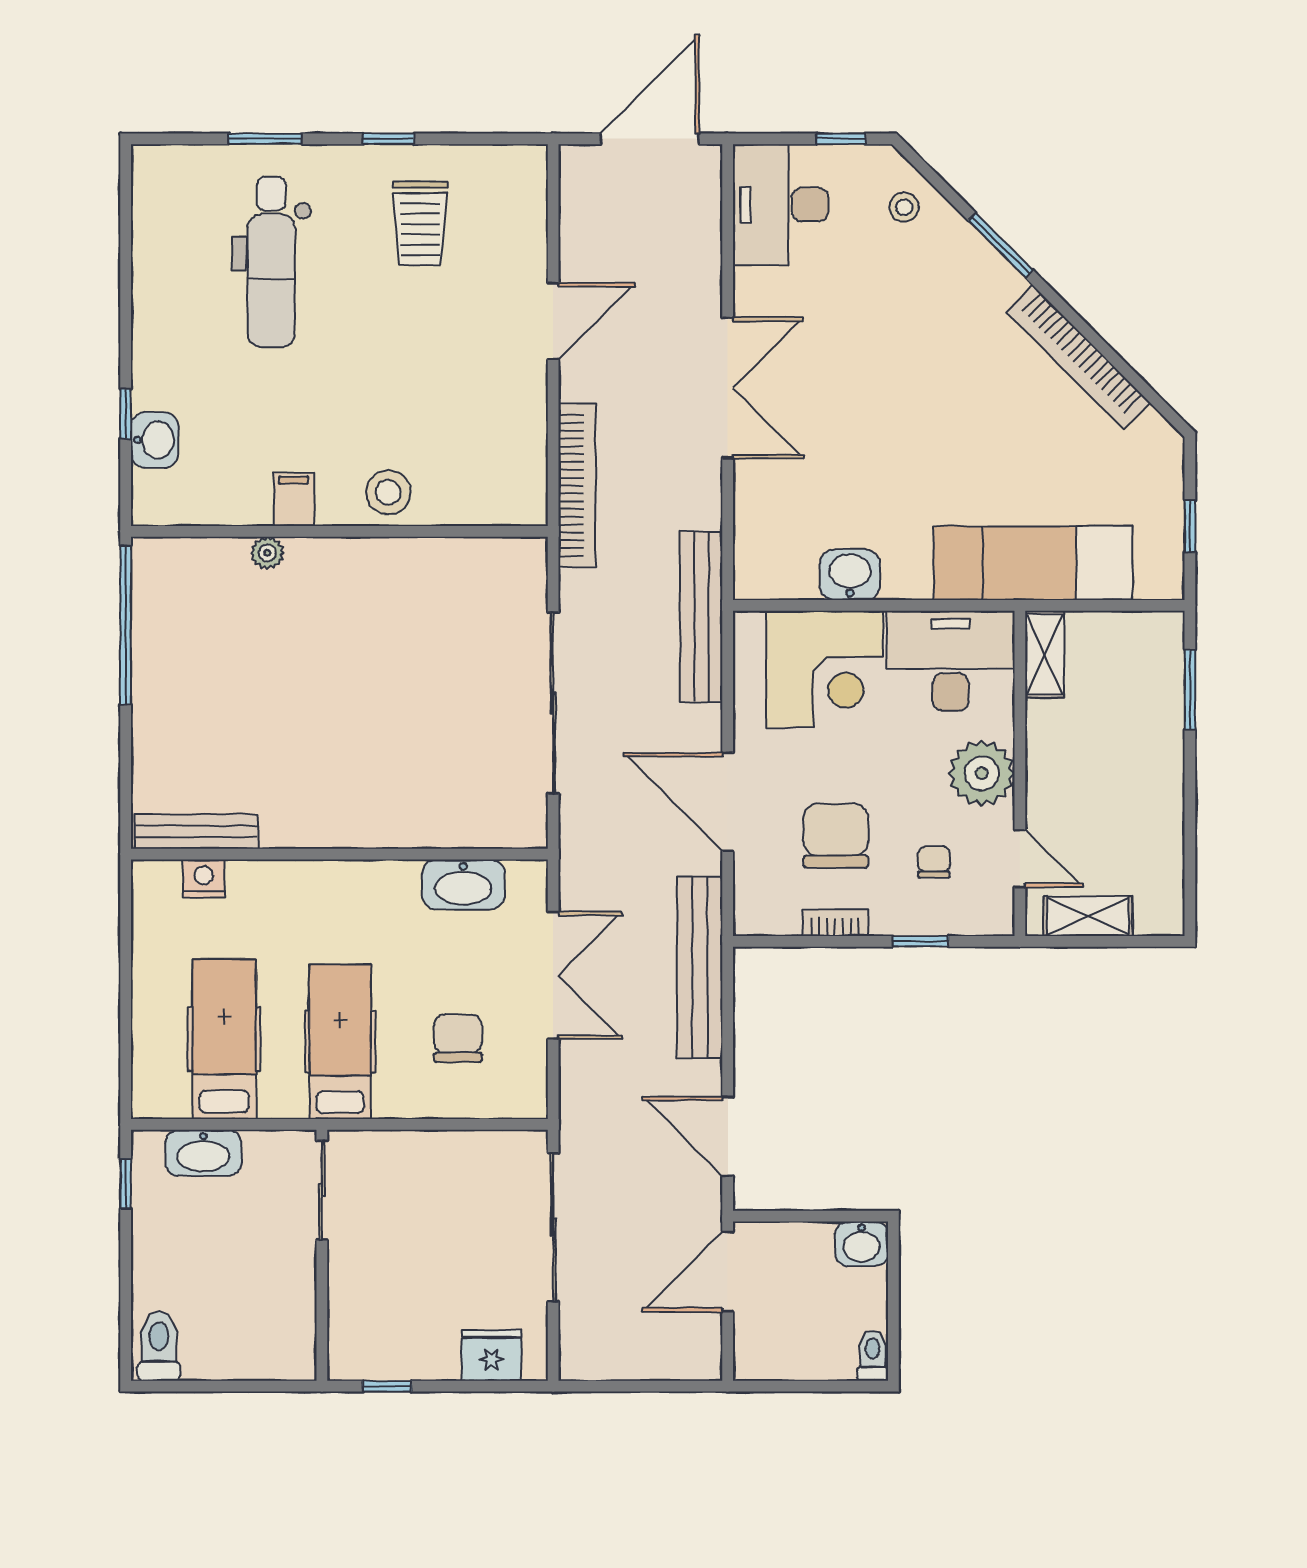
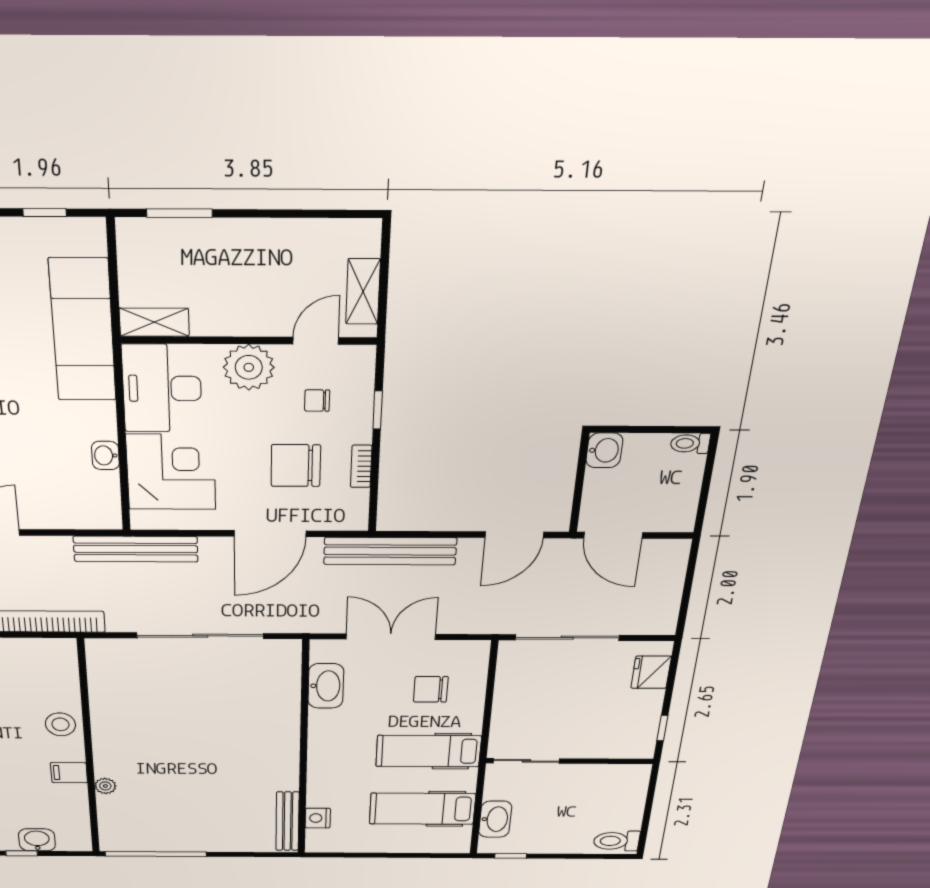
washbasin: (850, 575) -> (105, 455), width x0.72, depth x0.69

